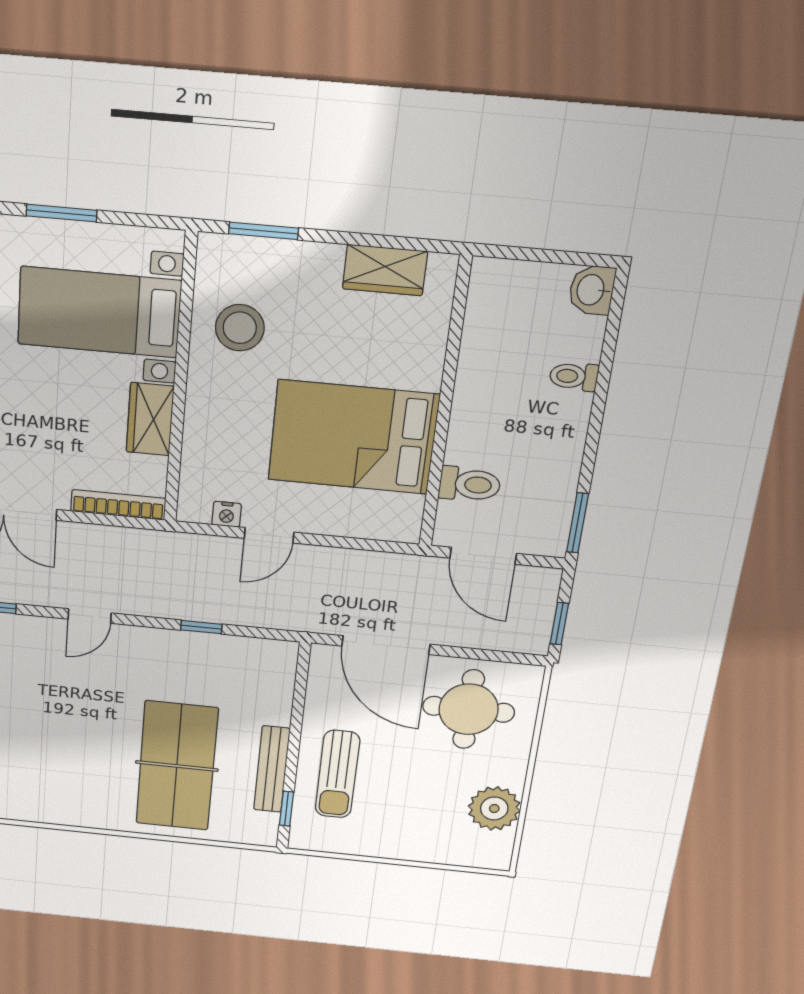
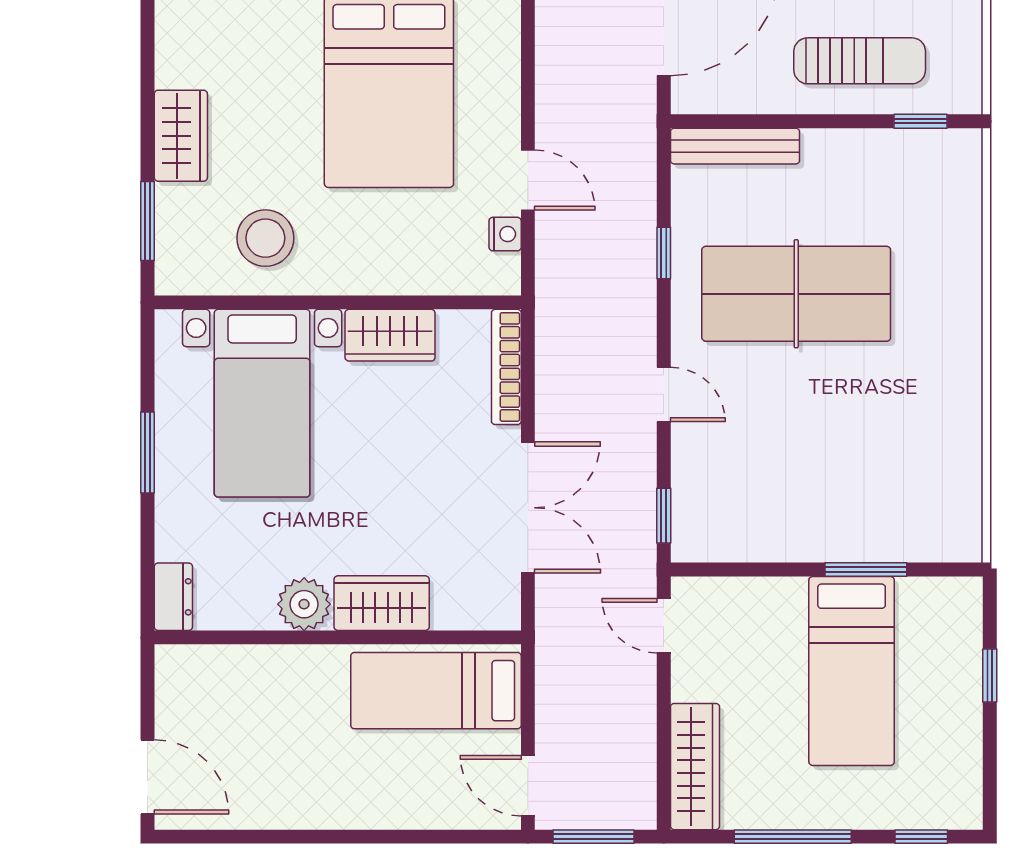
wardrobe: (385, 270) -> (181, 136), moved
table tennis table: (177, 766) -> (796, 294), moved
bench: (272, 769) -> (735, 146), moved

